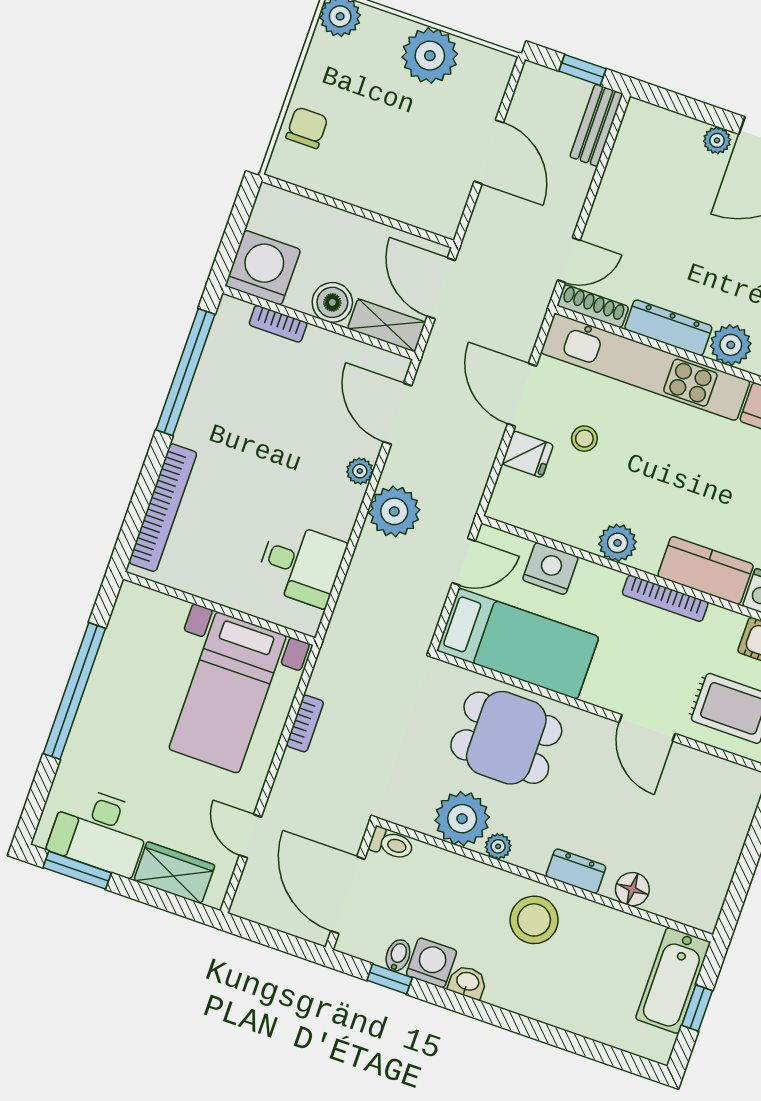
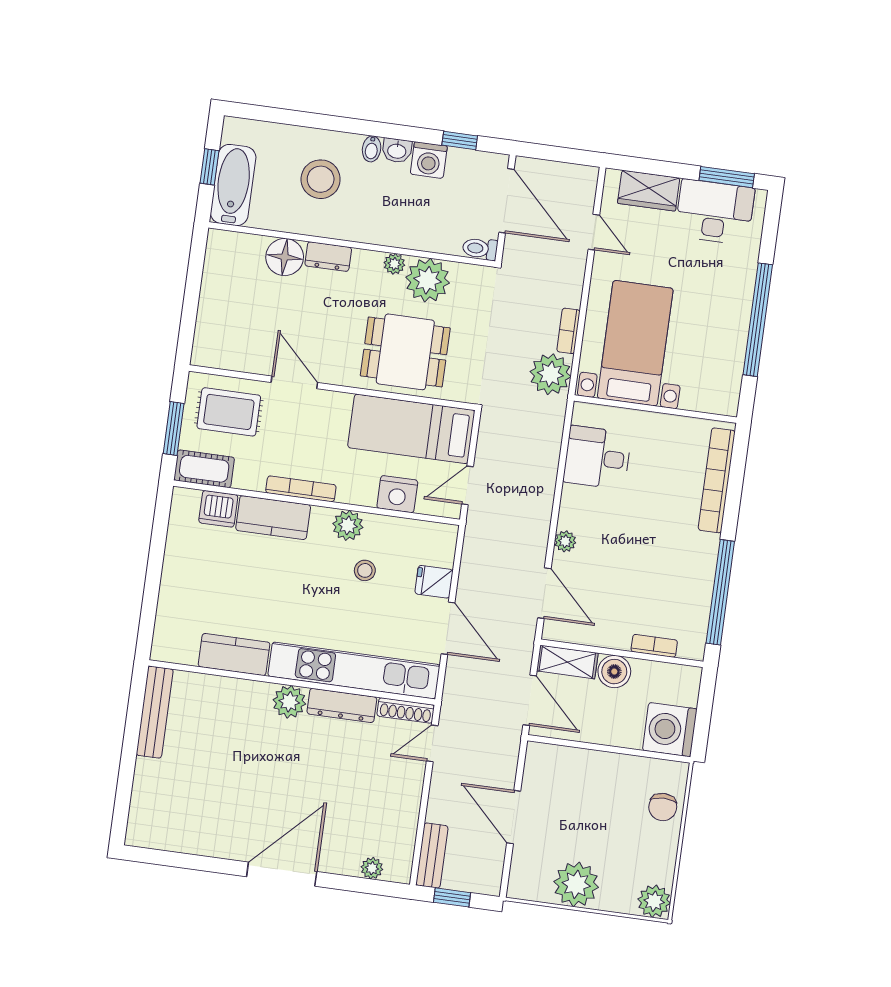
plant: (717, 140) -> (372, 868), moved
washing machine: (263, 268) -> (670, 730), moved, turned 90
stool: (584, 439) -> (365, 570), moved
plant: (394, 511) -> (550, 374), moved
floor lamp: (632, 889) -> (285, 257), width x1.38, depth x1.38
stool: (534, 920) -> (321, 179), moved
bidet: (398, 955) -> (372, 149), moved

